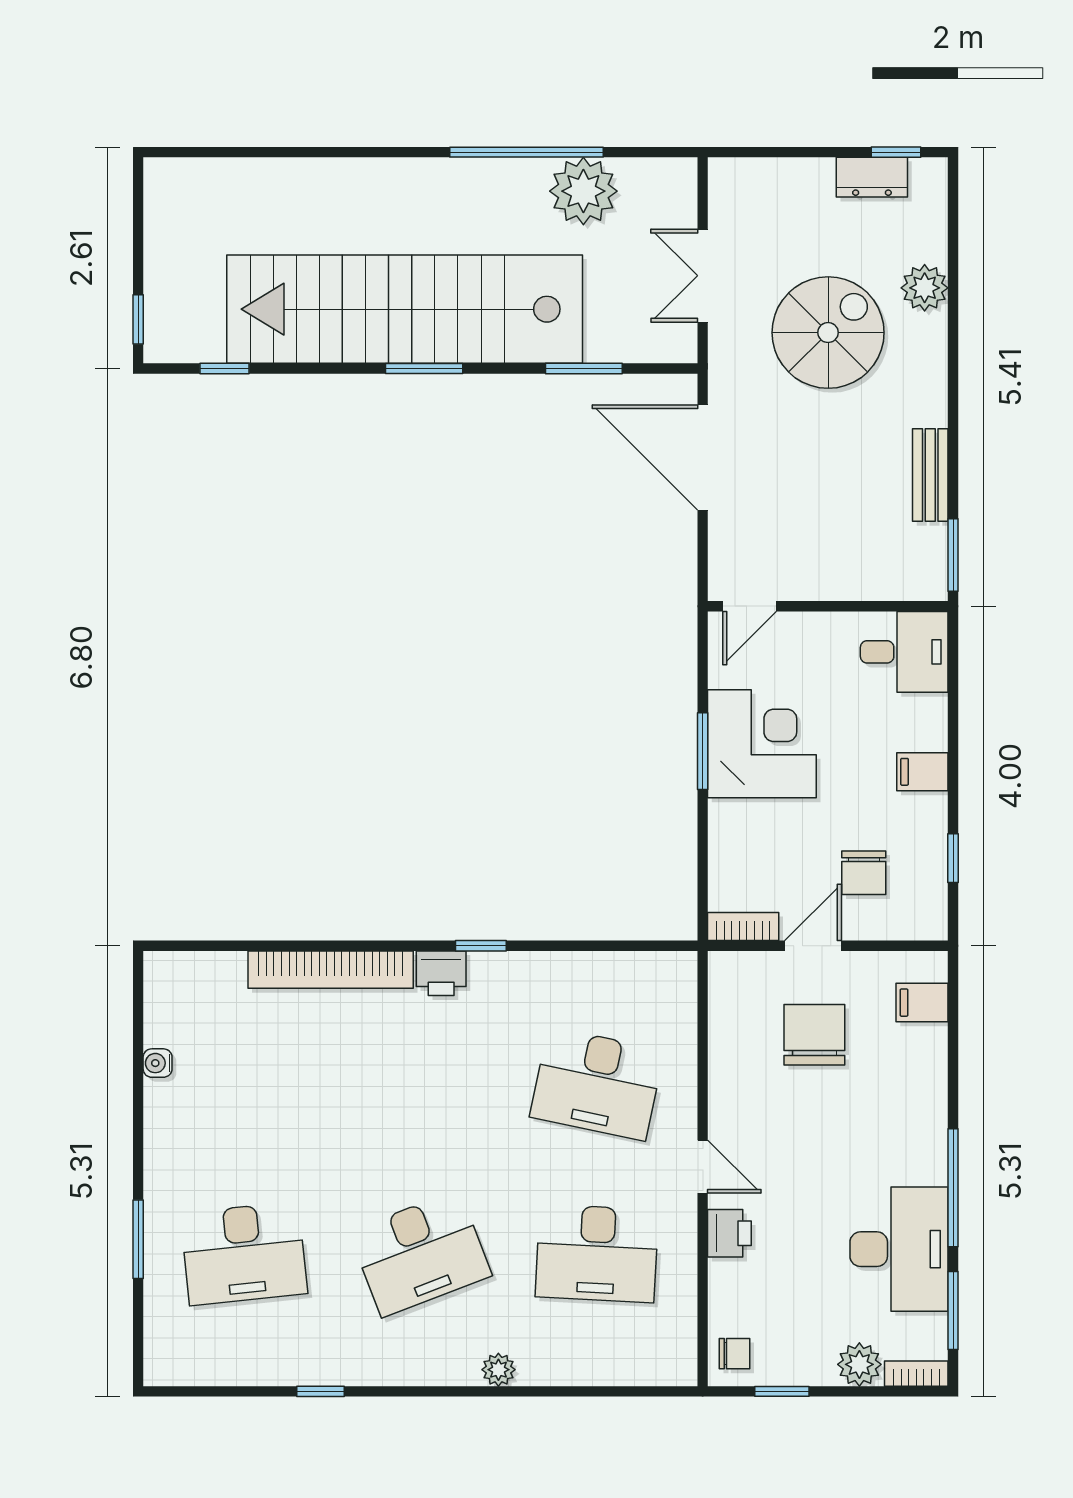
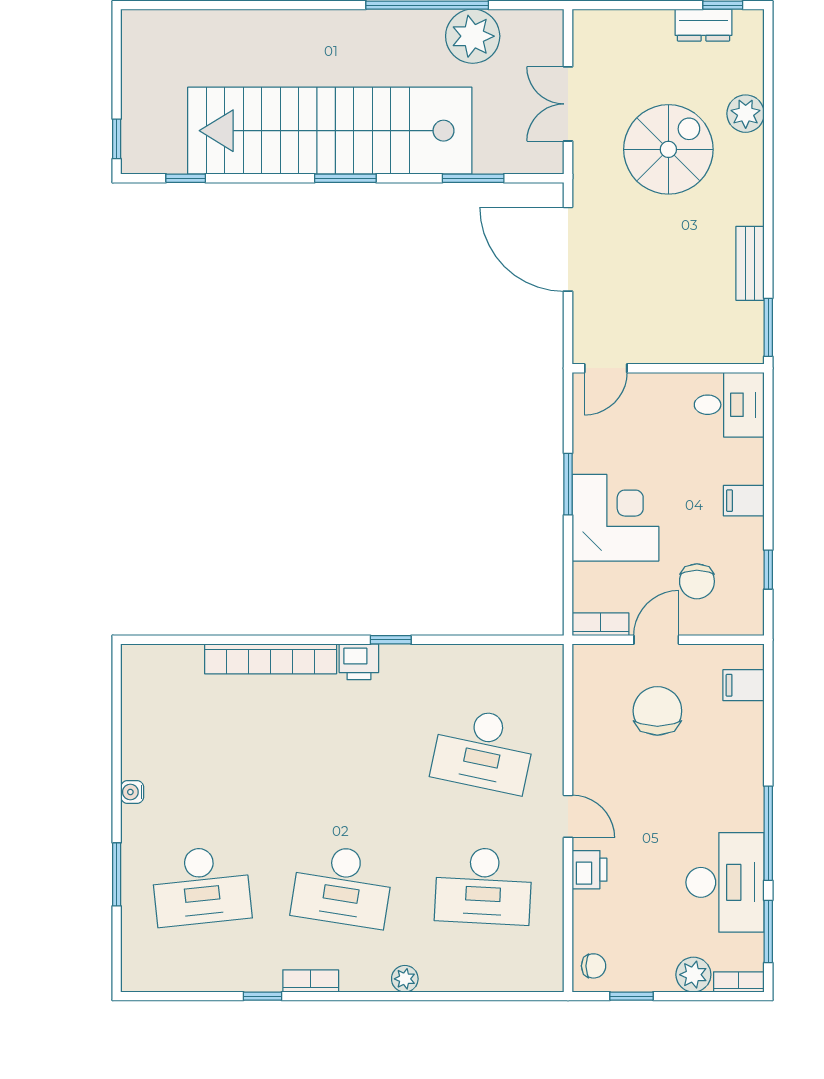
corner desk: (762, 744) -> (615, 518), moved
water cooler: (158, 1063) -> (132, 792), moved
desk: (420, 1253) -> (342, 886), turned 30
bookcase: (381, 1372) -> (311, 981), added

